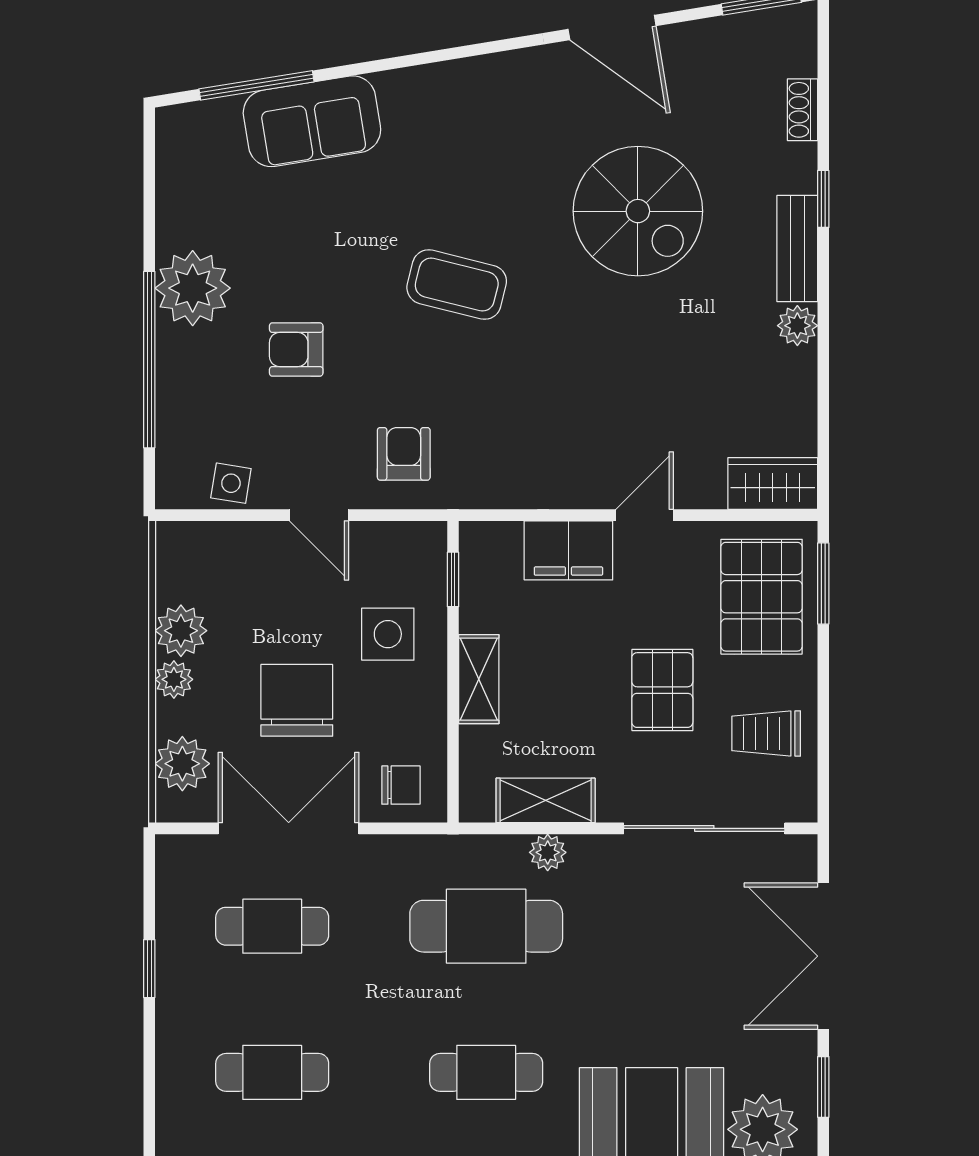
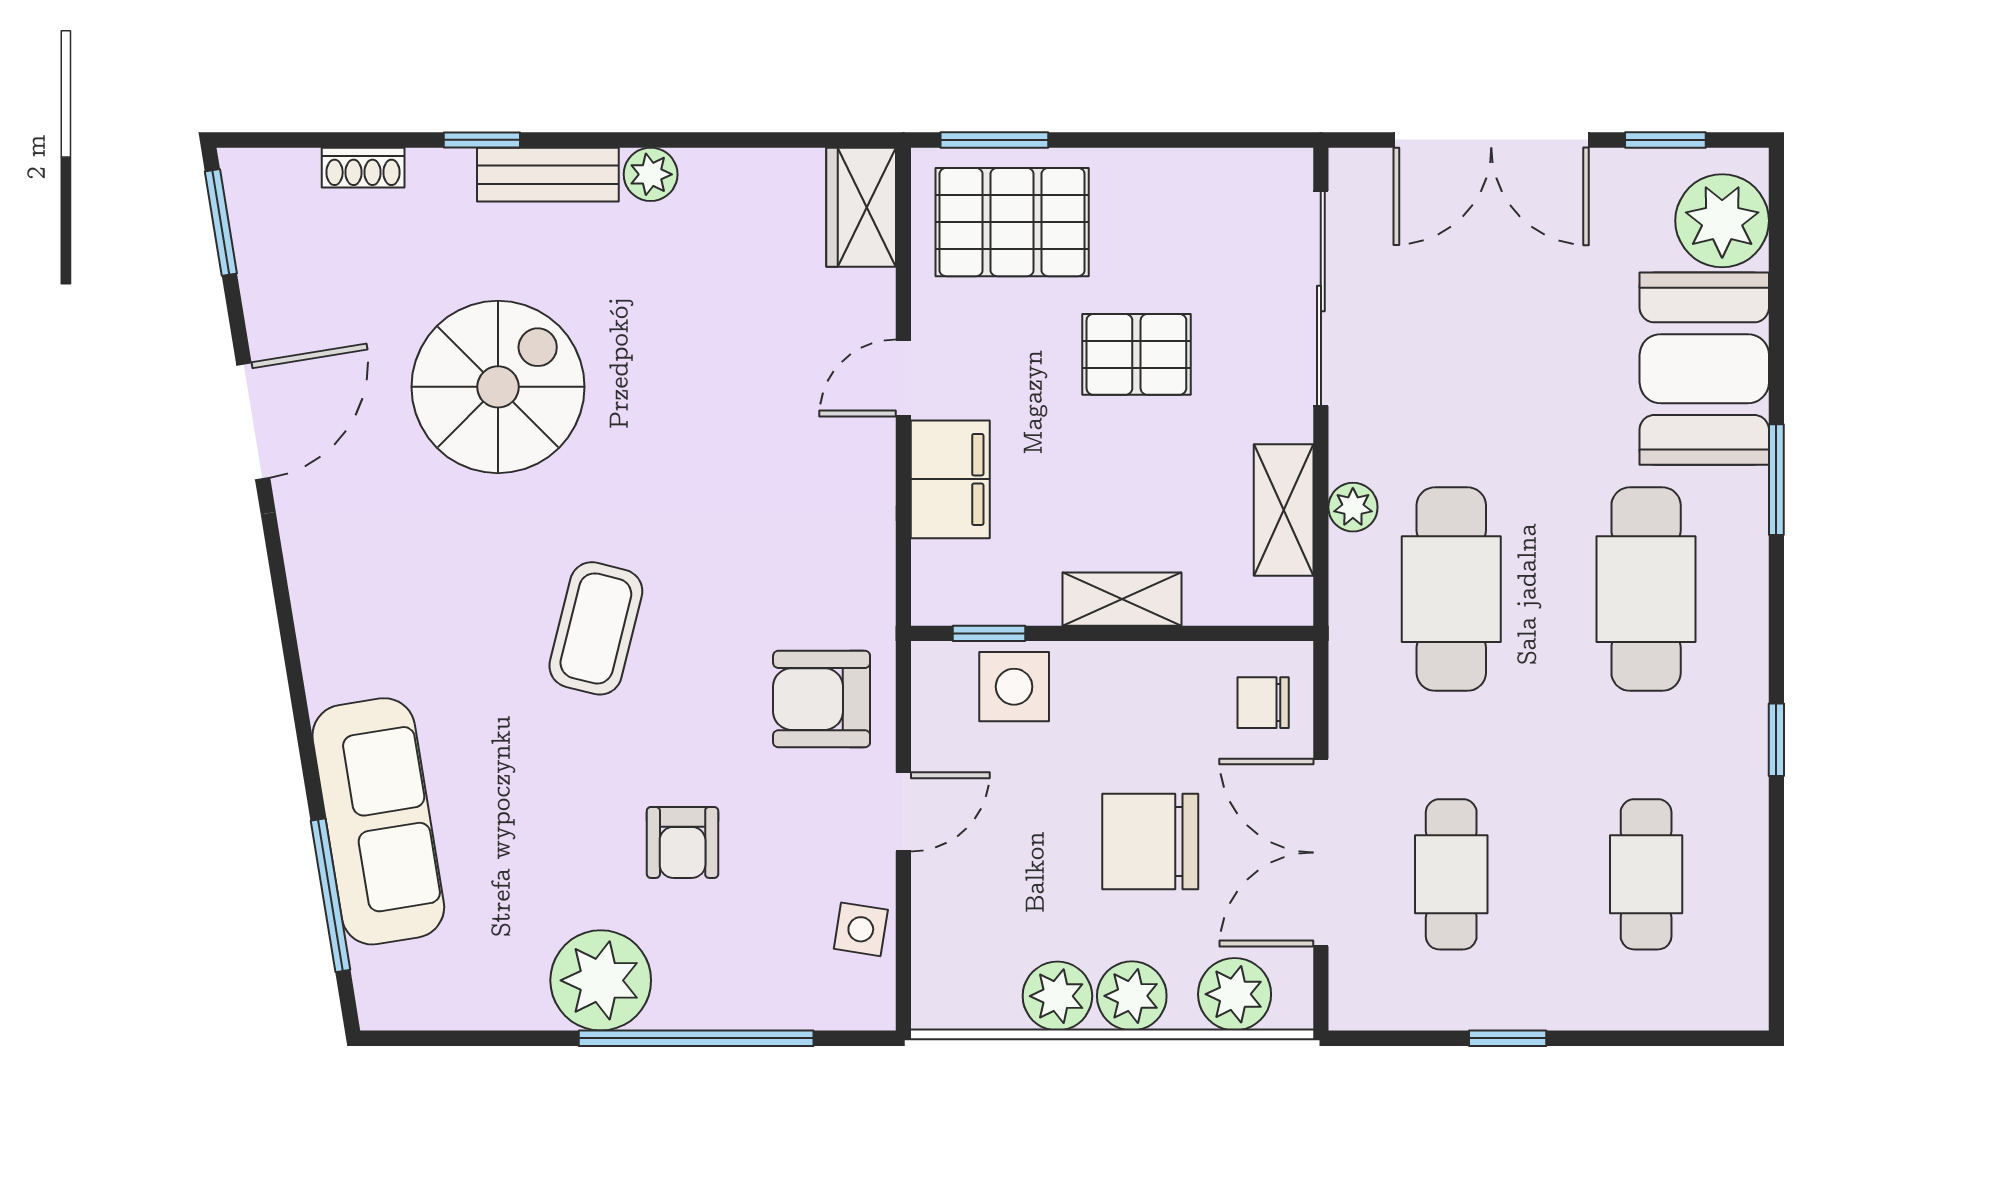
sofa: (312, 121) -> (378, 821), width x1.36
armchair: (404, 454) -> (822, 699), width x1.38, depth x1.38
door: (645, 515) -> (903, 378), hinge flipped
side table: (388, 634) -> (1014, 687), moved
plant: (174, 679) -> (1132, 996), width x1.38, depth x1.38
trolley: (766, 733) -> (1194, 216), removed
chair: (401, 785) -> (1263, 703), turned -90
cafe table: (486, 1072) -> (1646, 589), width x1.37, depth x1.35

